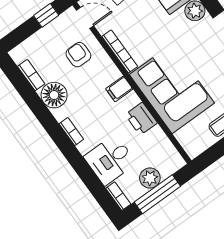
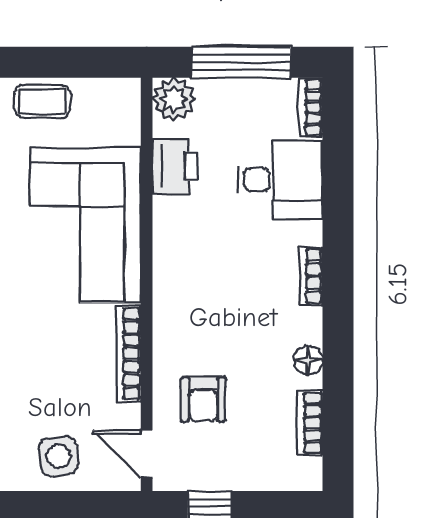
filing cabinet: (119, 89) -> (176, 290), removed
floor lamp: (54, 95) -> (308, 360), width x0.53, depth x0.53
printer: (141, 119) -> (175, 166), moved
plant: (150, 178) -> (174, 99), moved

